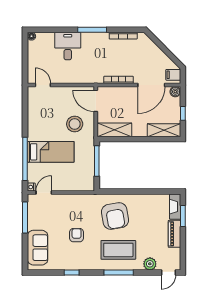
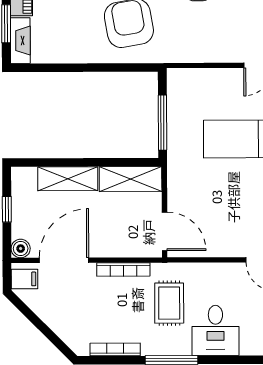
rug: (93, 61) -> (169, 303), added
stool: (75, 124) -> (203, 189), removed
shelving: (164, 130) -> (68, 179), moved

